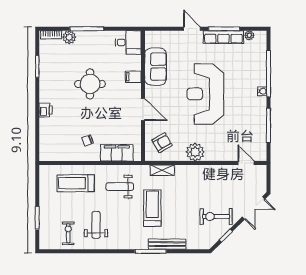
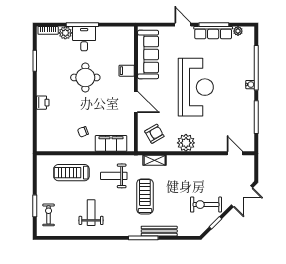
desk: (128, 42) -> (84, 39), moved, turned -90
sofa: (156, 67) -> (148, 54), width x1.36
reception desk: (205, 94) -> (196, 87), turned 180
exercise bike: (68, 233) -> (49, 215), moved

